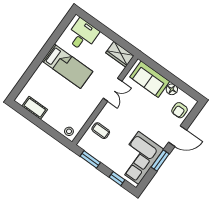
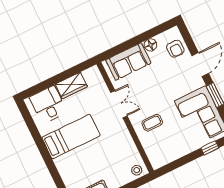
wardrobe: (120, 54) -> (71, 86), moved
coffee table: (101, 131) -> (152, 123), moved
window: (90, 159) -> (176, 164), removed

